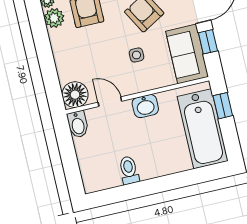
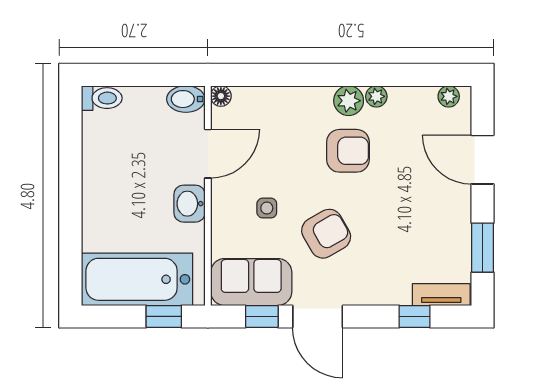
floor lamp: (75, 95) -> (221, 96), width x0.53, depth x0.53
door: (110, 102) -> (208, 154), width x1.38
toilet: (129, 170) -> (102, 98), moved

